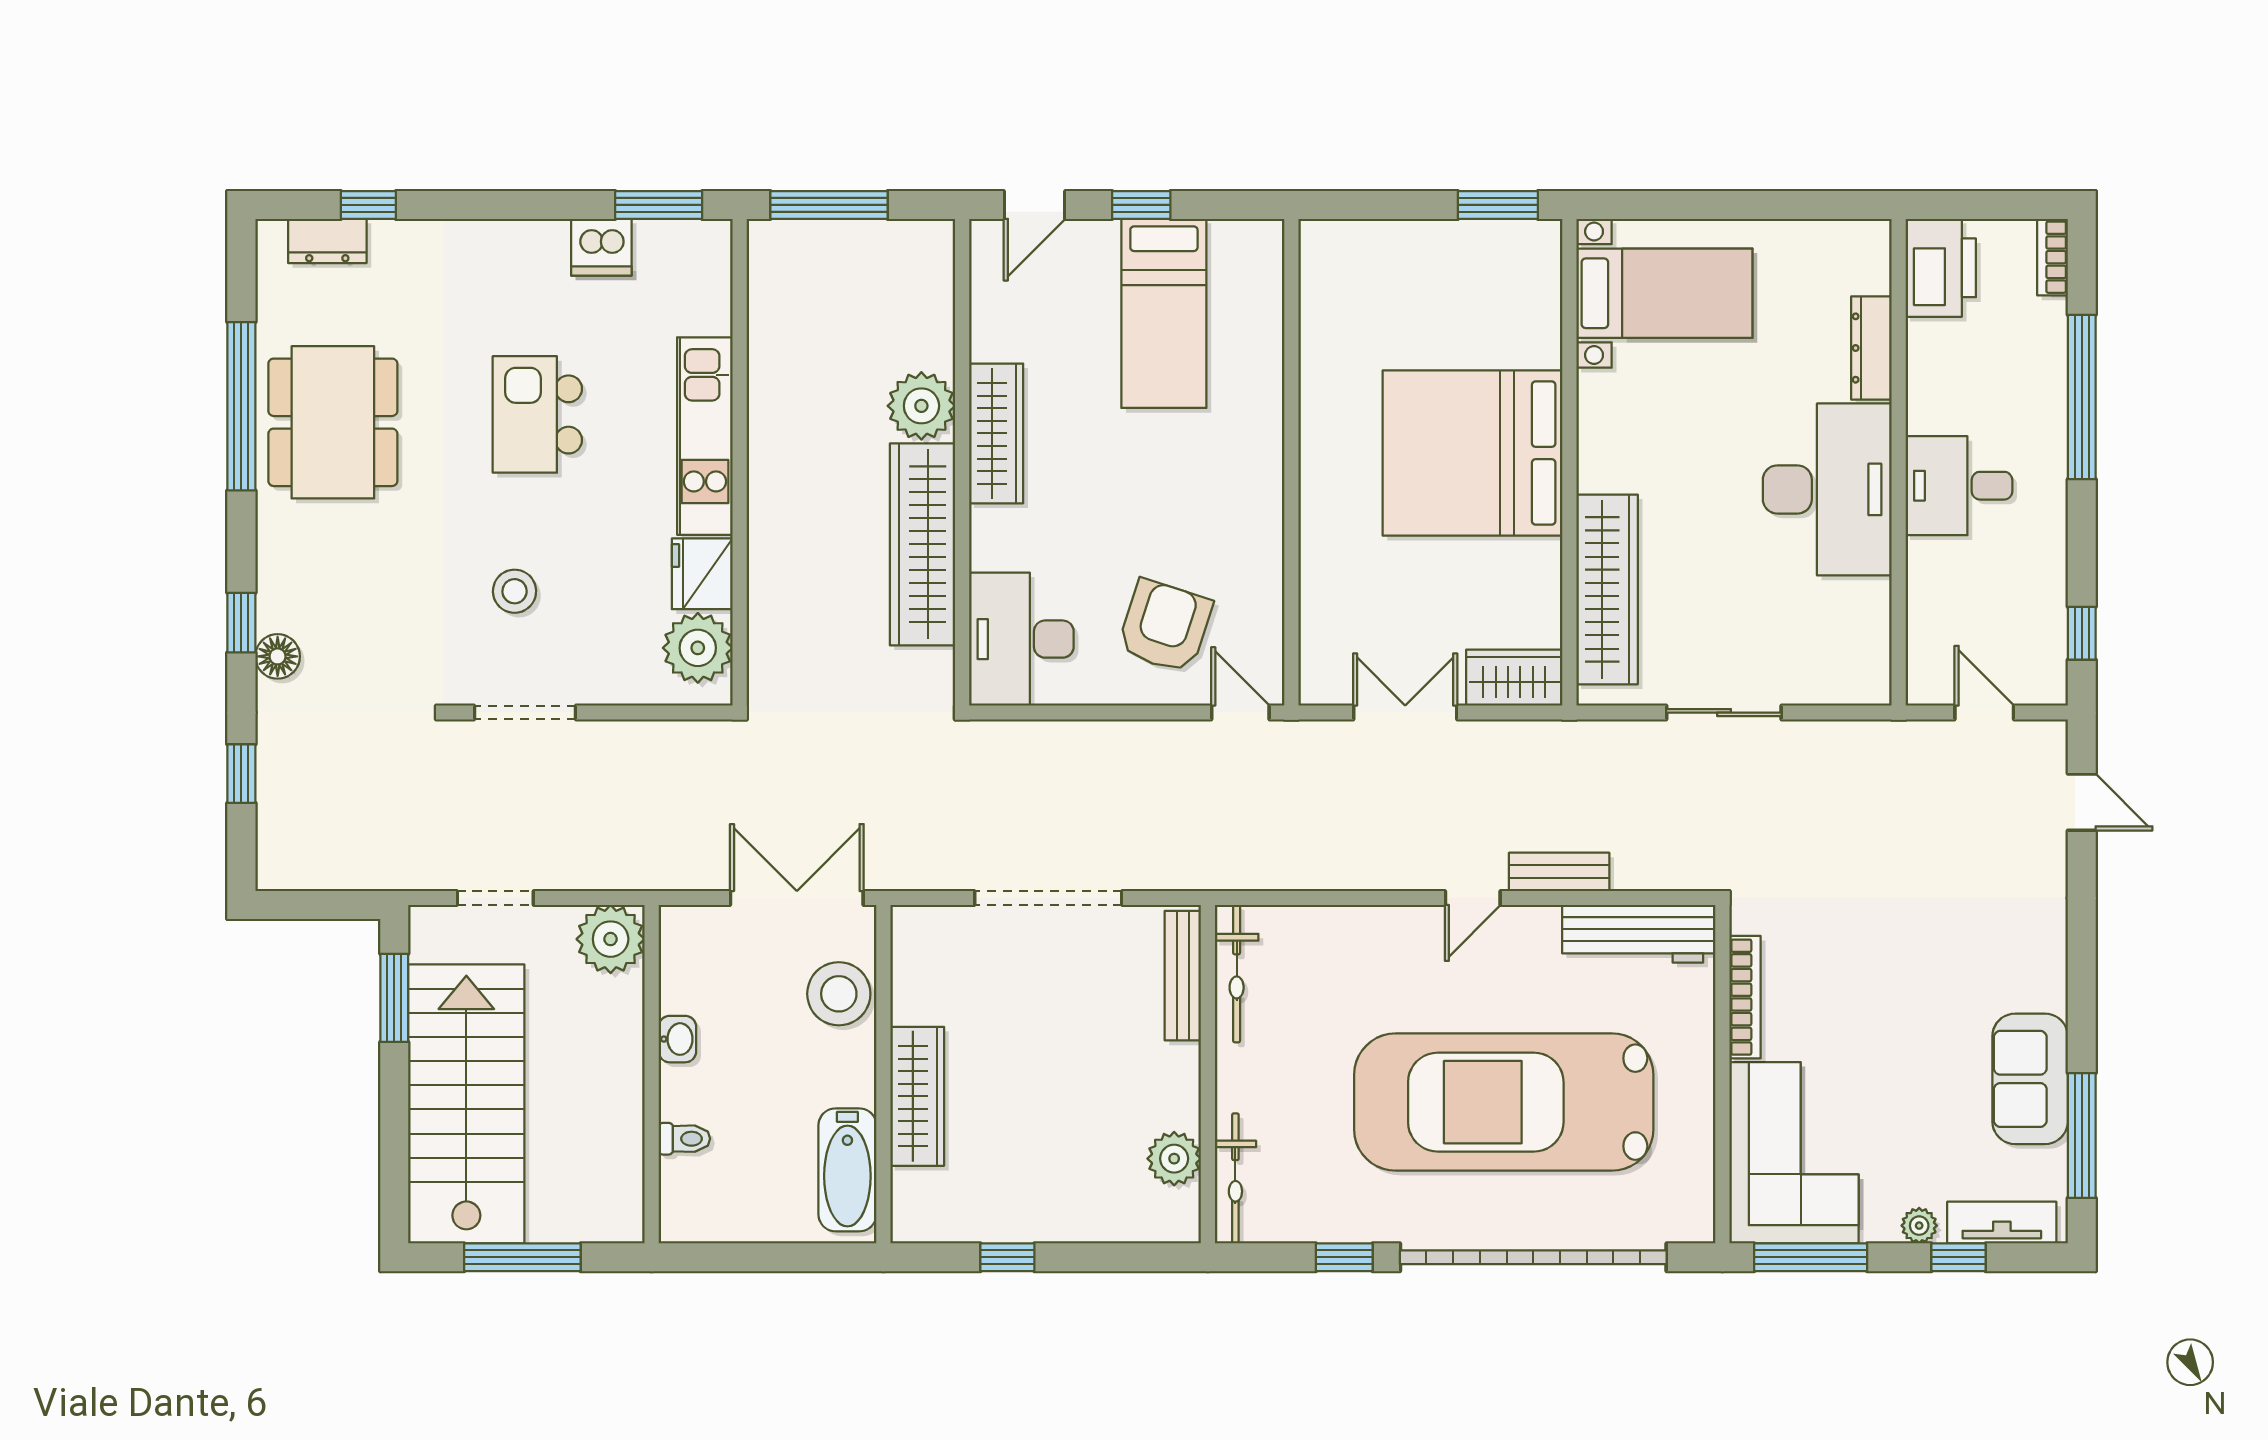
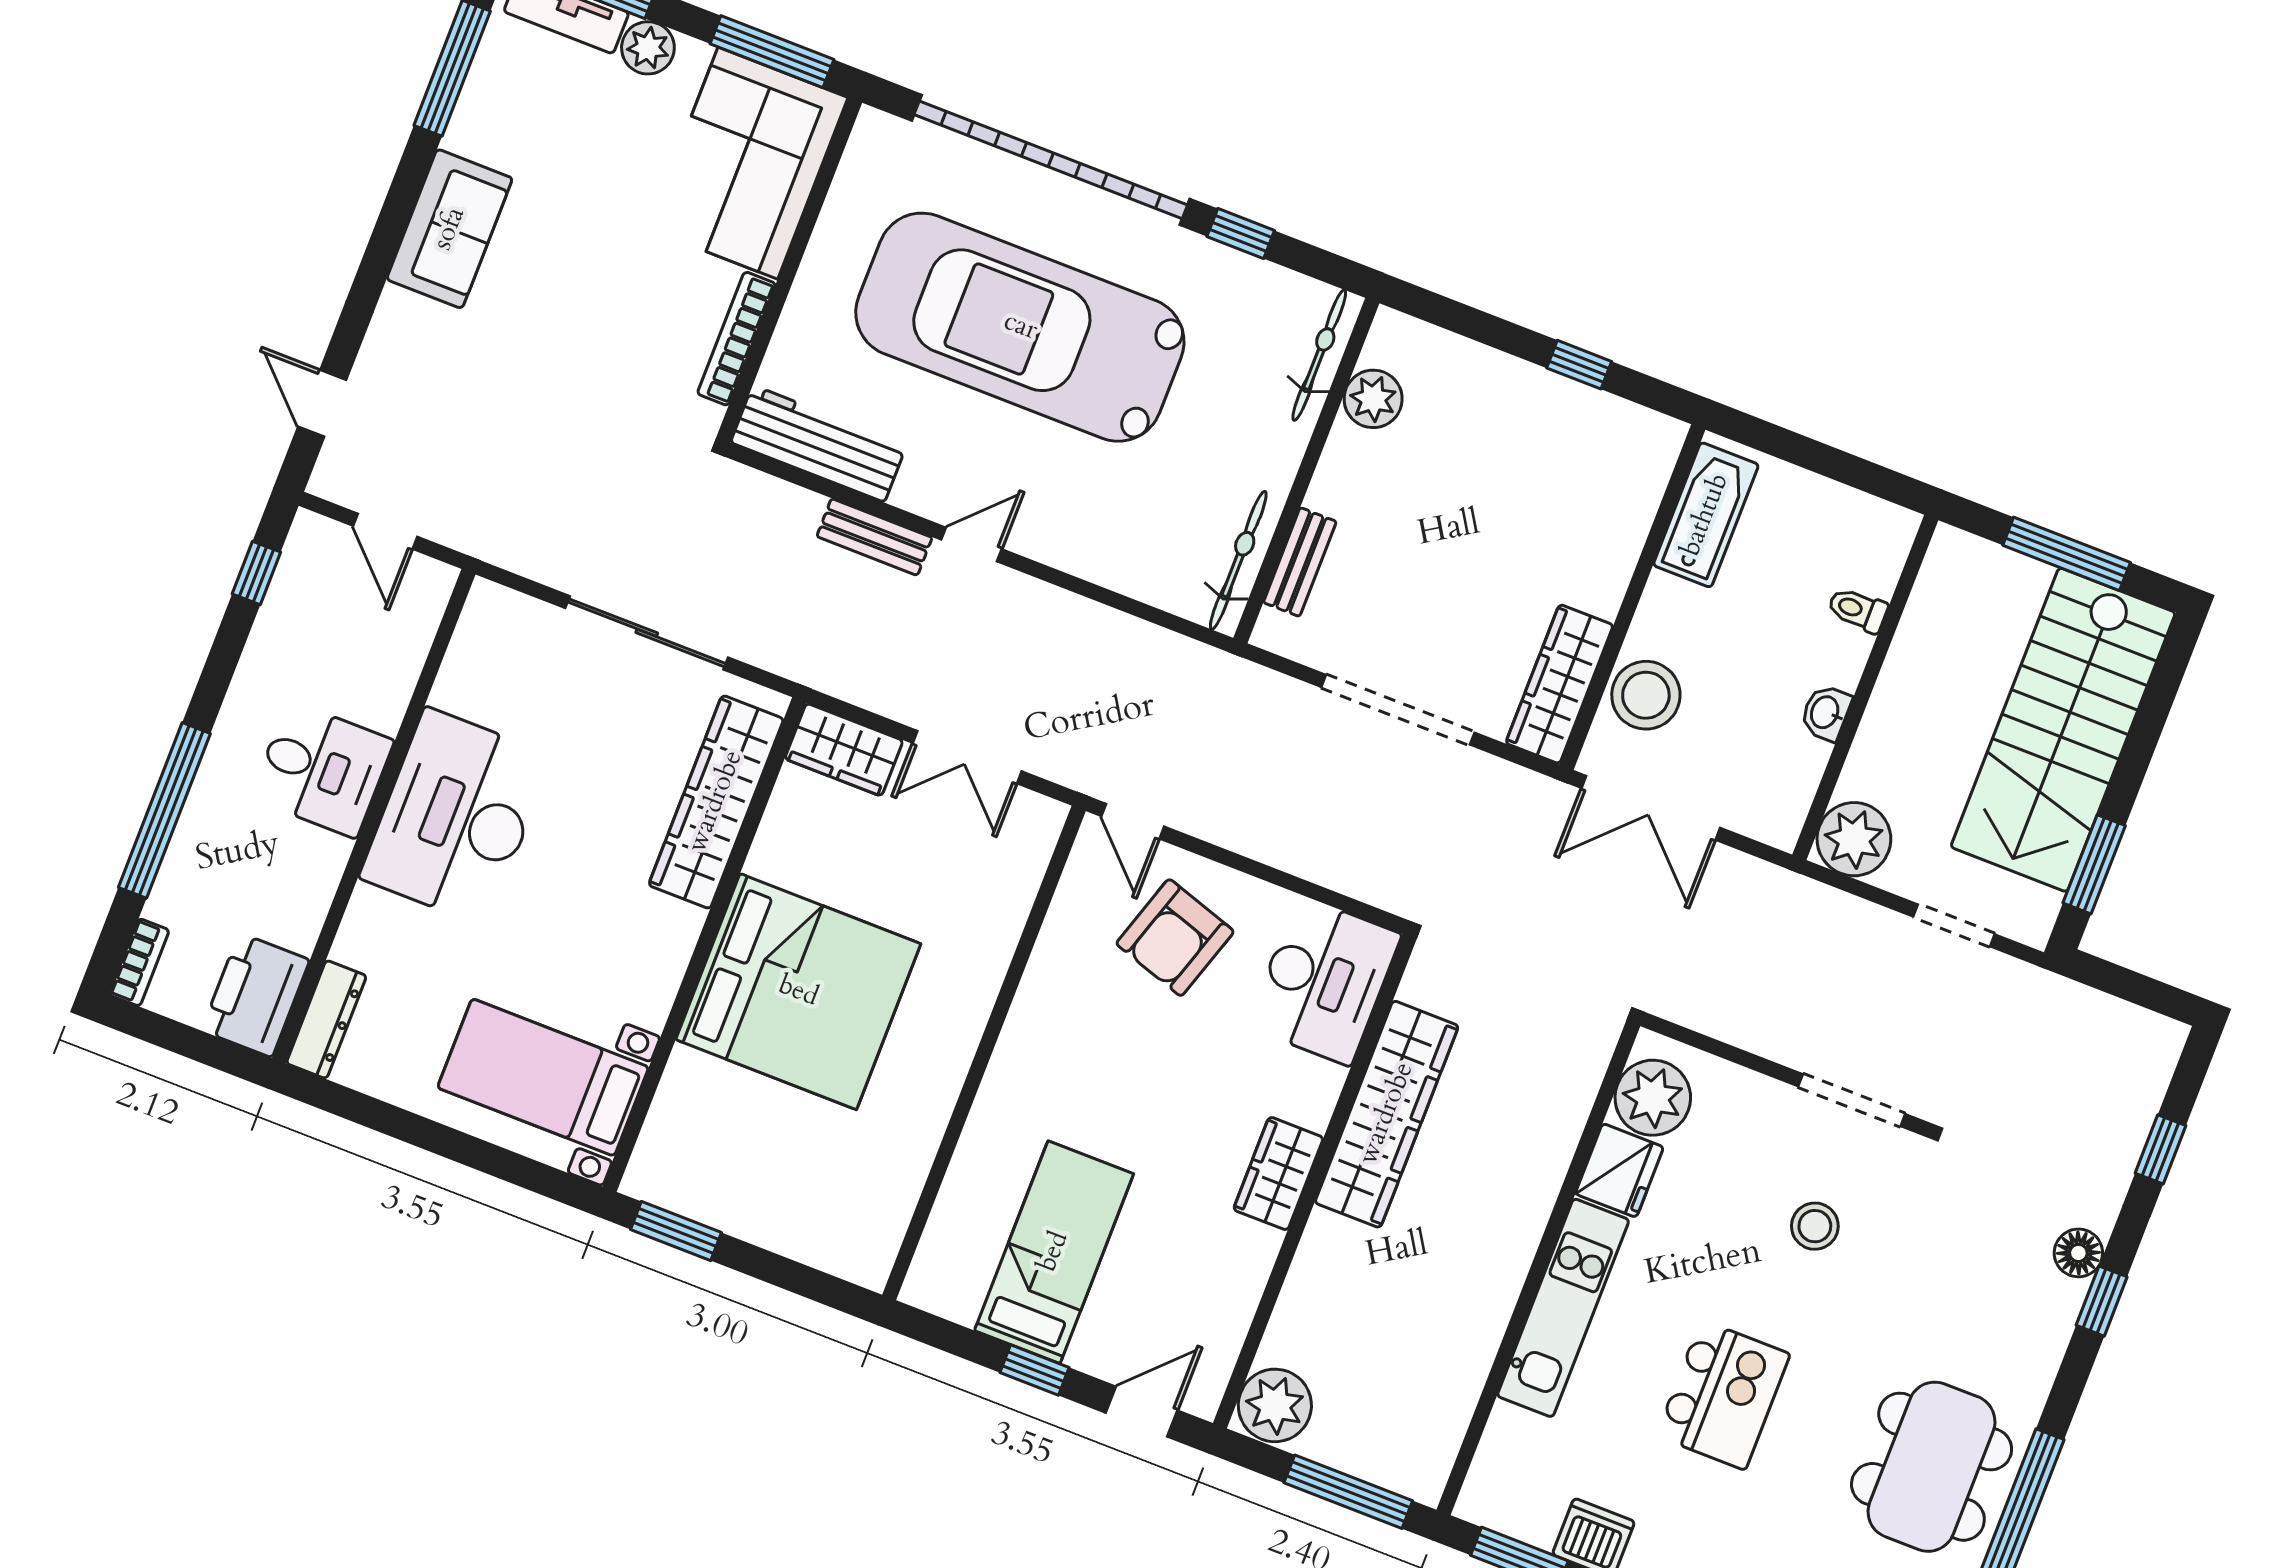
dresser: (1871, 348) -> (326, 1020), moved
plant: (921, 406) -> (1275, 1405), moved
wardrobe: (996, 433) -> (1278, 1174), width x0.67
sliding door: (1724, 713) -> (647, 633), width x1.37
bench: (1183, 976) -> (1300, 562), width x0.73
sofa: (2030, 1079) -> (450, 229), moved
wardrobe: (917, 1096) -> (1560, 684), moved
car: (1504, 1102) -> (1020, 327), turned 180
plant: (1919, 1226) -> (648, 48), width x1.38, depth x1.38

